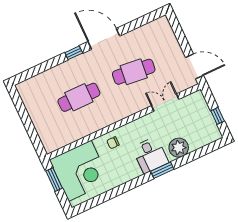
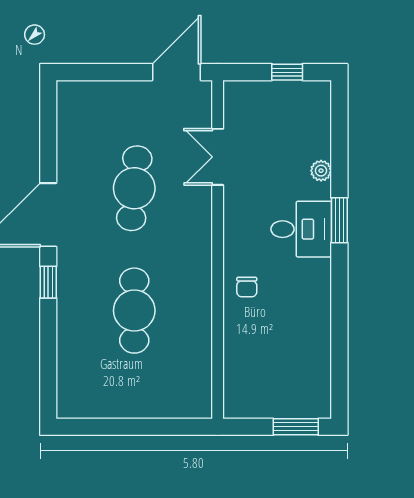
plant: (179, 148) -> (321, 171), width x0.53, depth x0.53
corner desk: (80, 171) -> (270, 372), removed
window: (54, 180) -> (296, 427), moved

